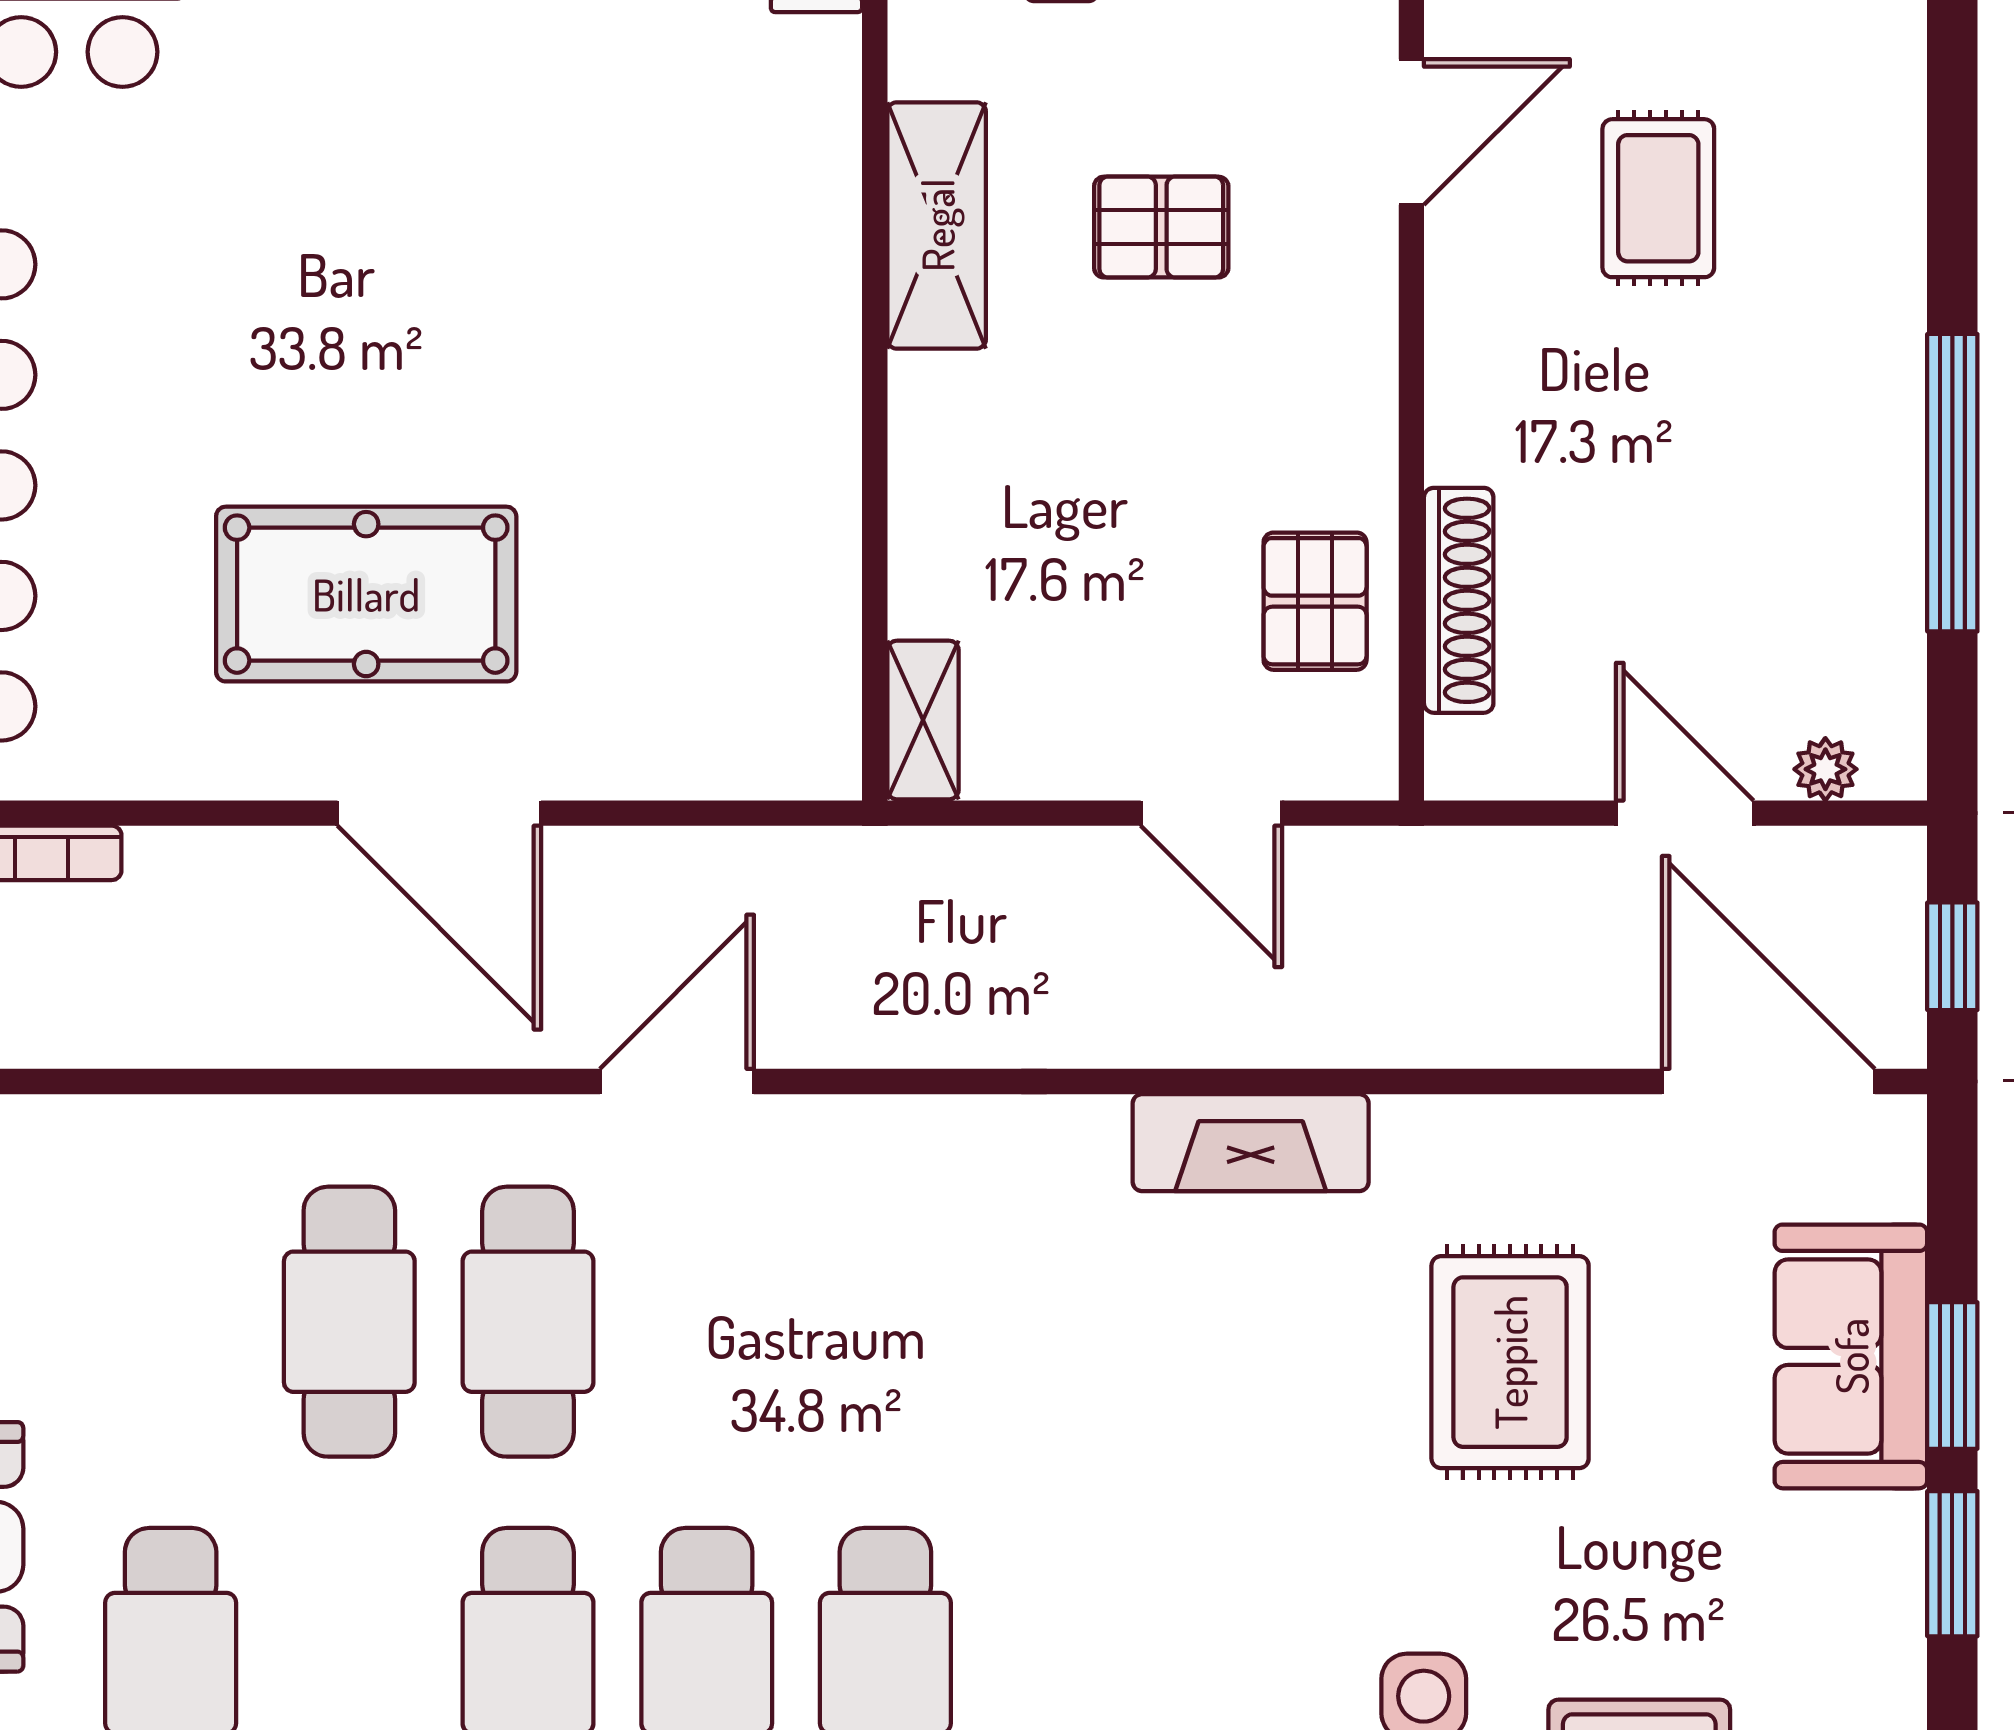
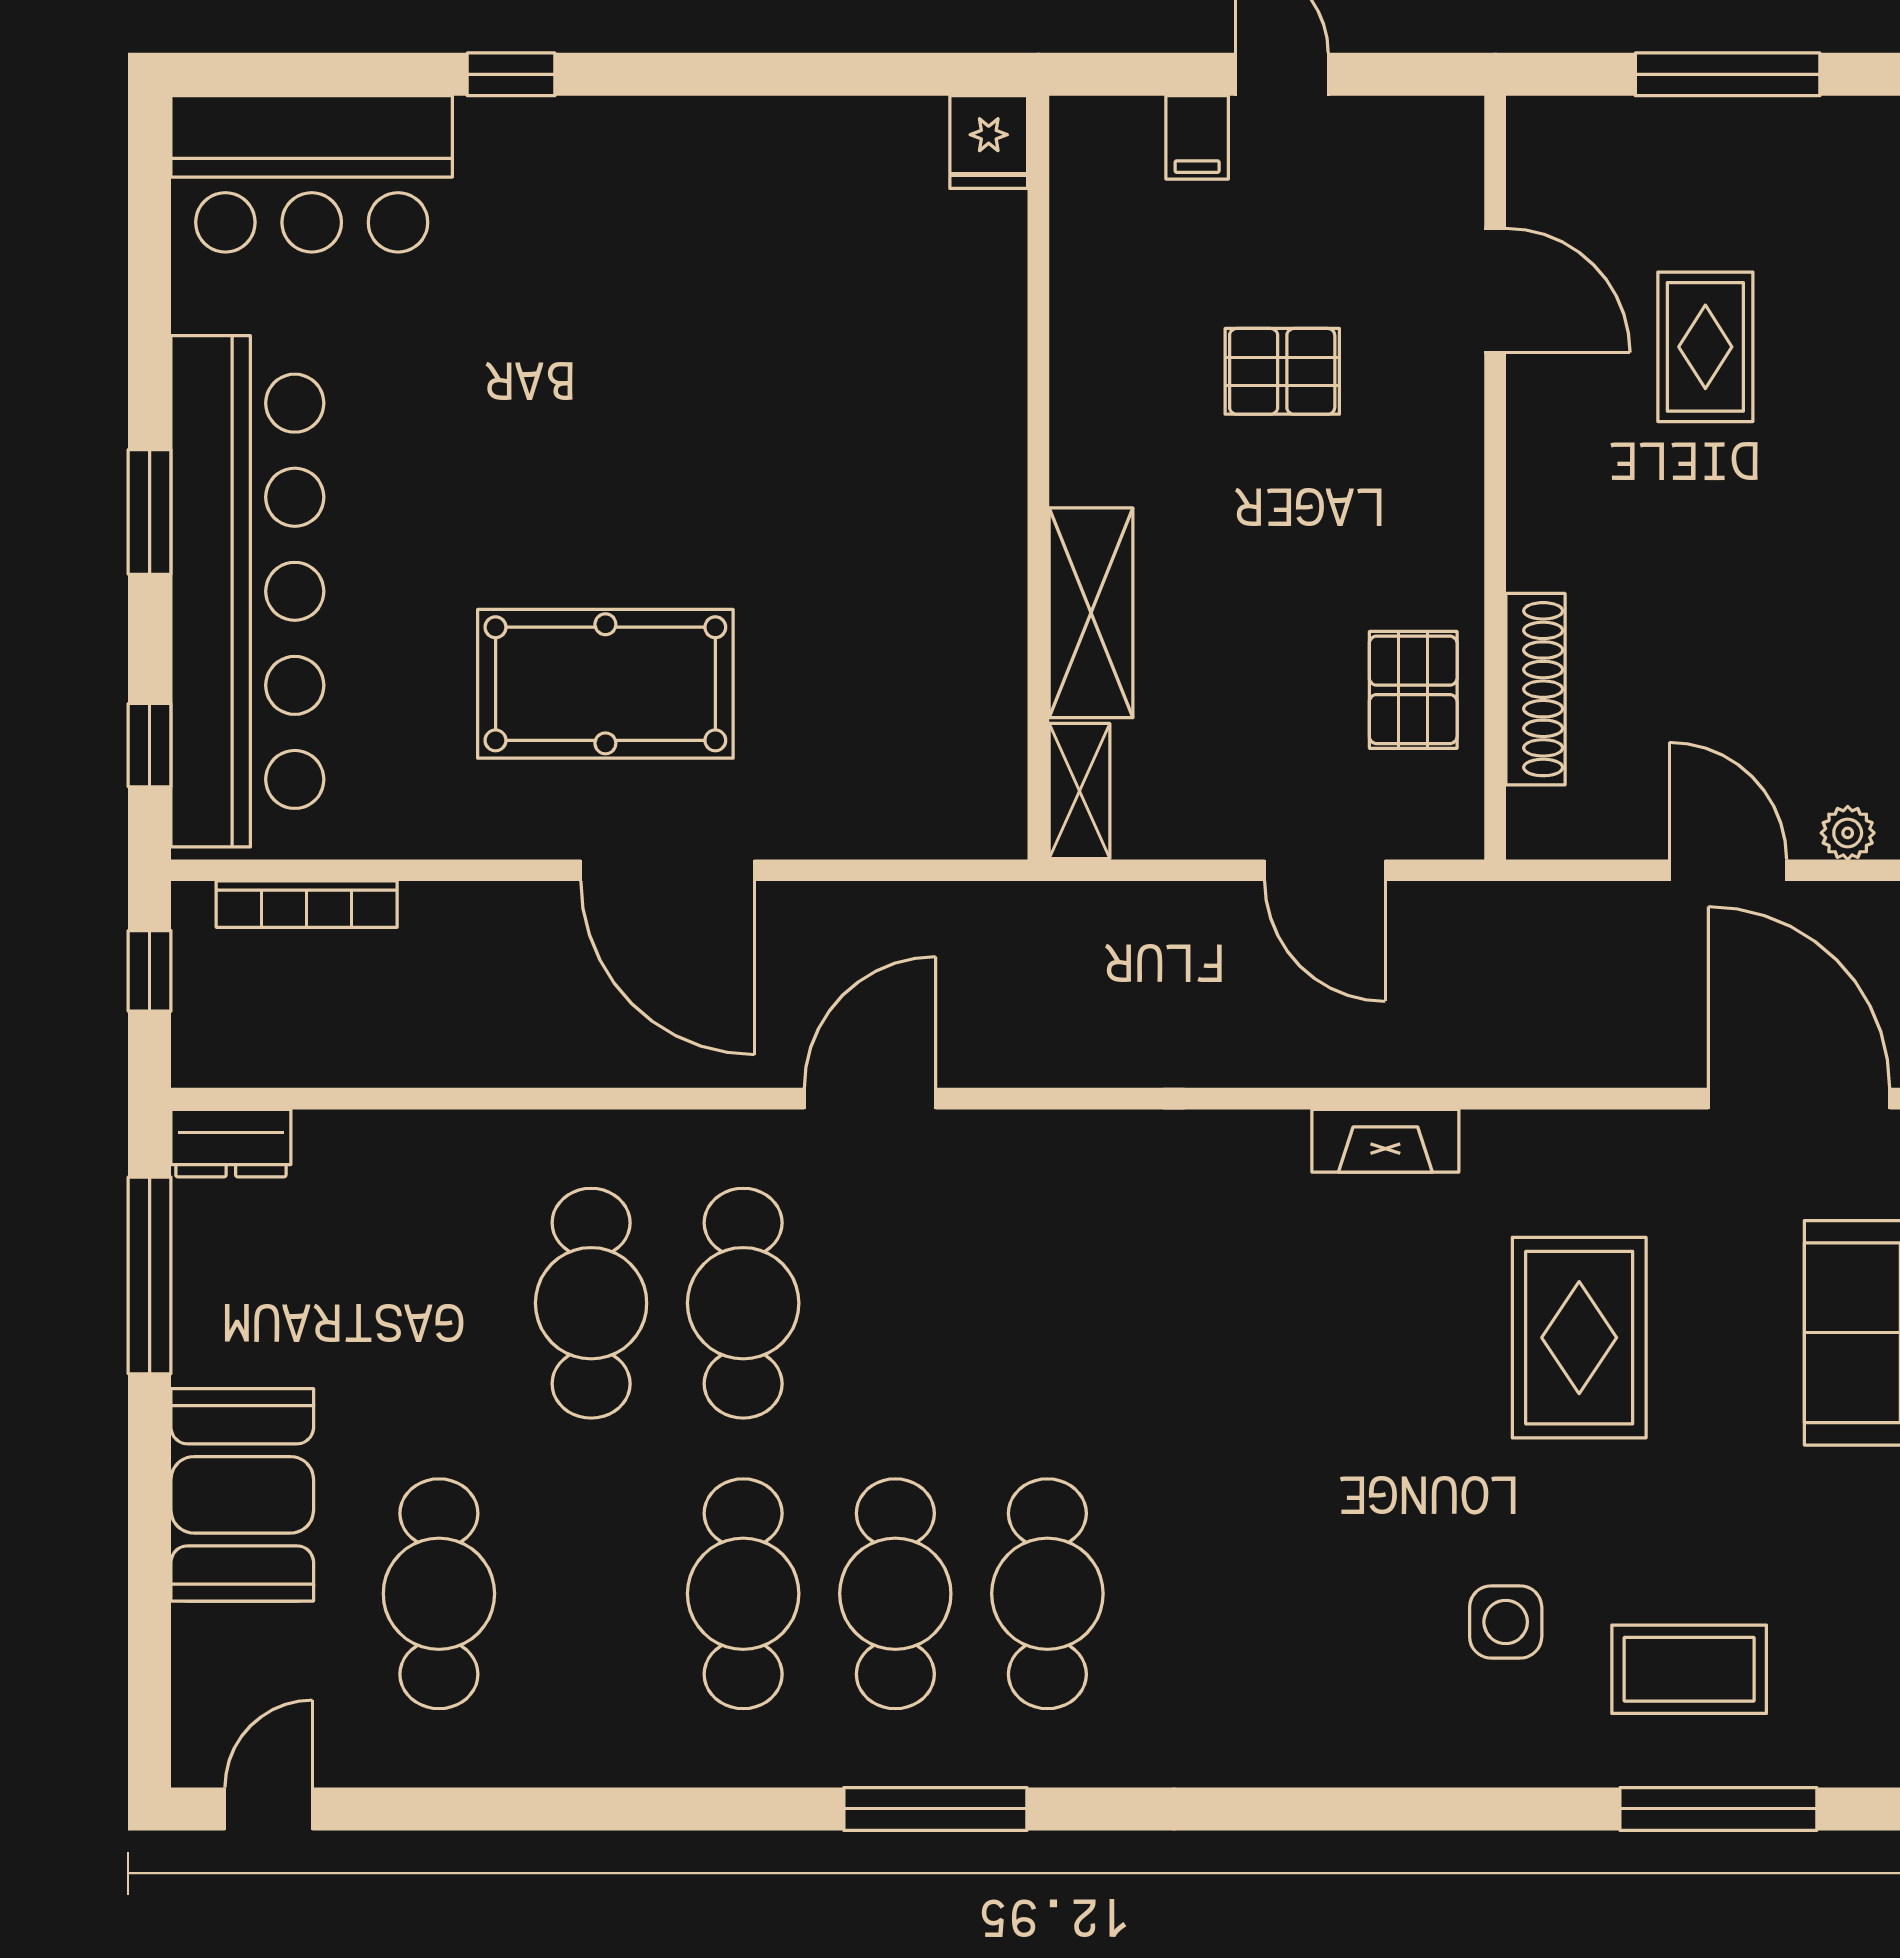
door: (1411, 132) -> (1495, 290), hinge flipped
shelving: (937, 225) -> (1091, 613), moved
fireplace: (1251, 1143) -> (1385, 1141), width x0.73, depth x0.76

